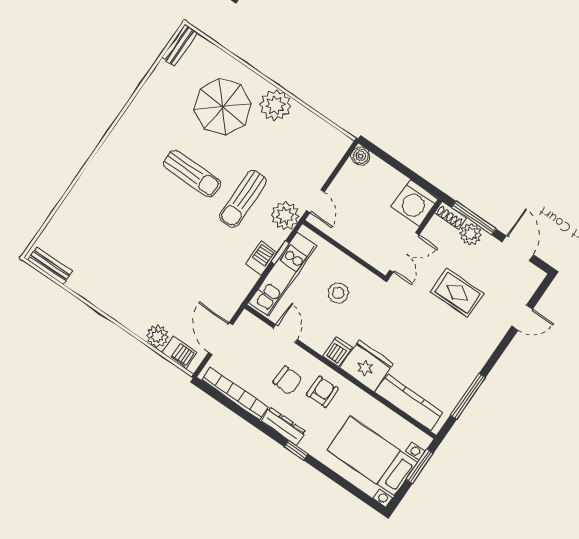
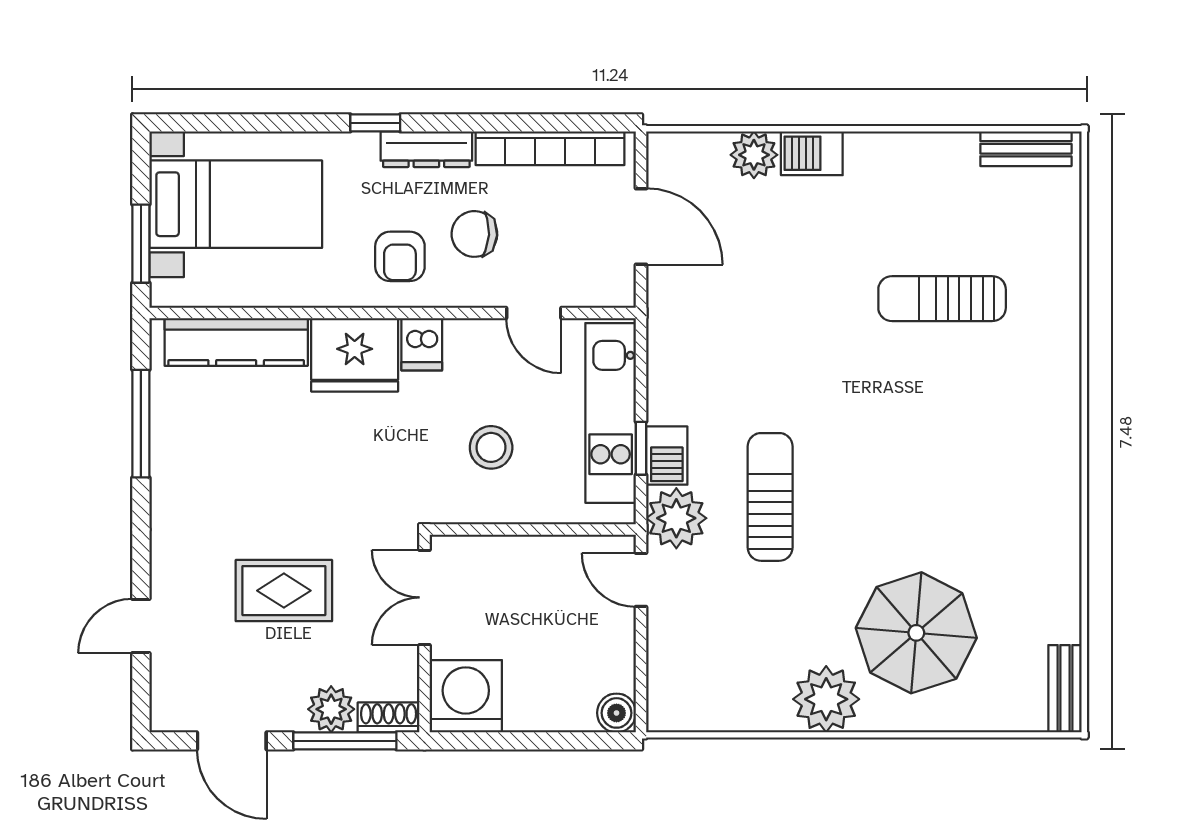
sun lounger: (192, 174) -> (942, 299), moved
barbecue: (261, 258) -> (667, 456), moved
barbecue: (179, 352) -> (812, 153), moved

